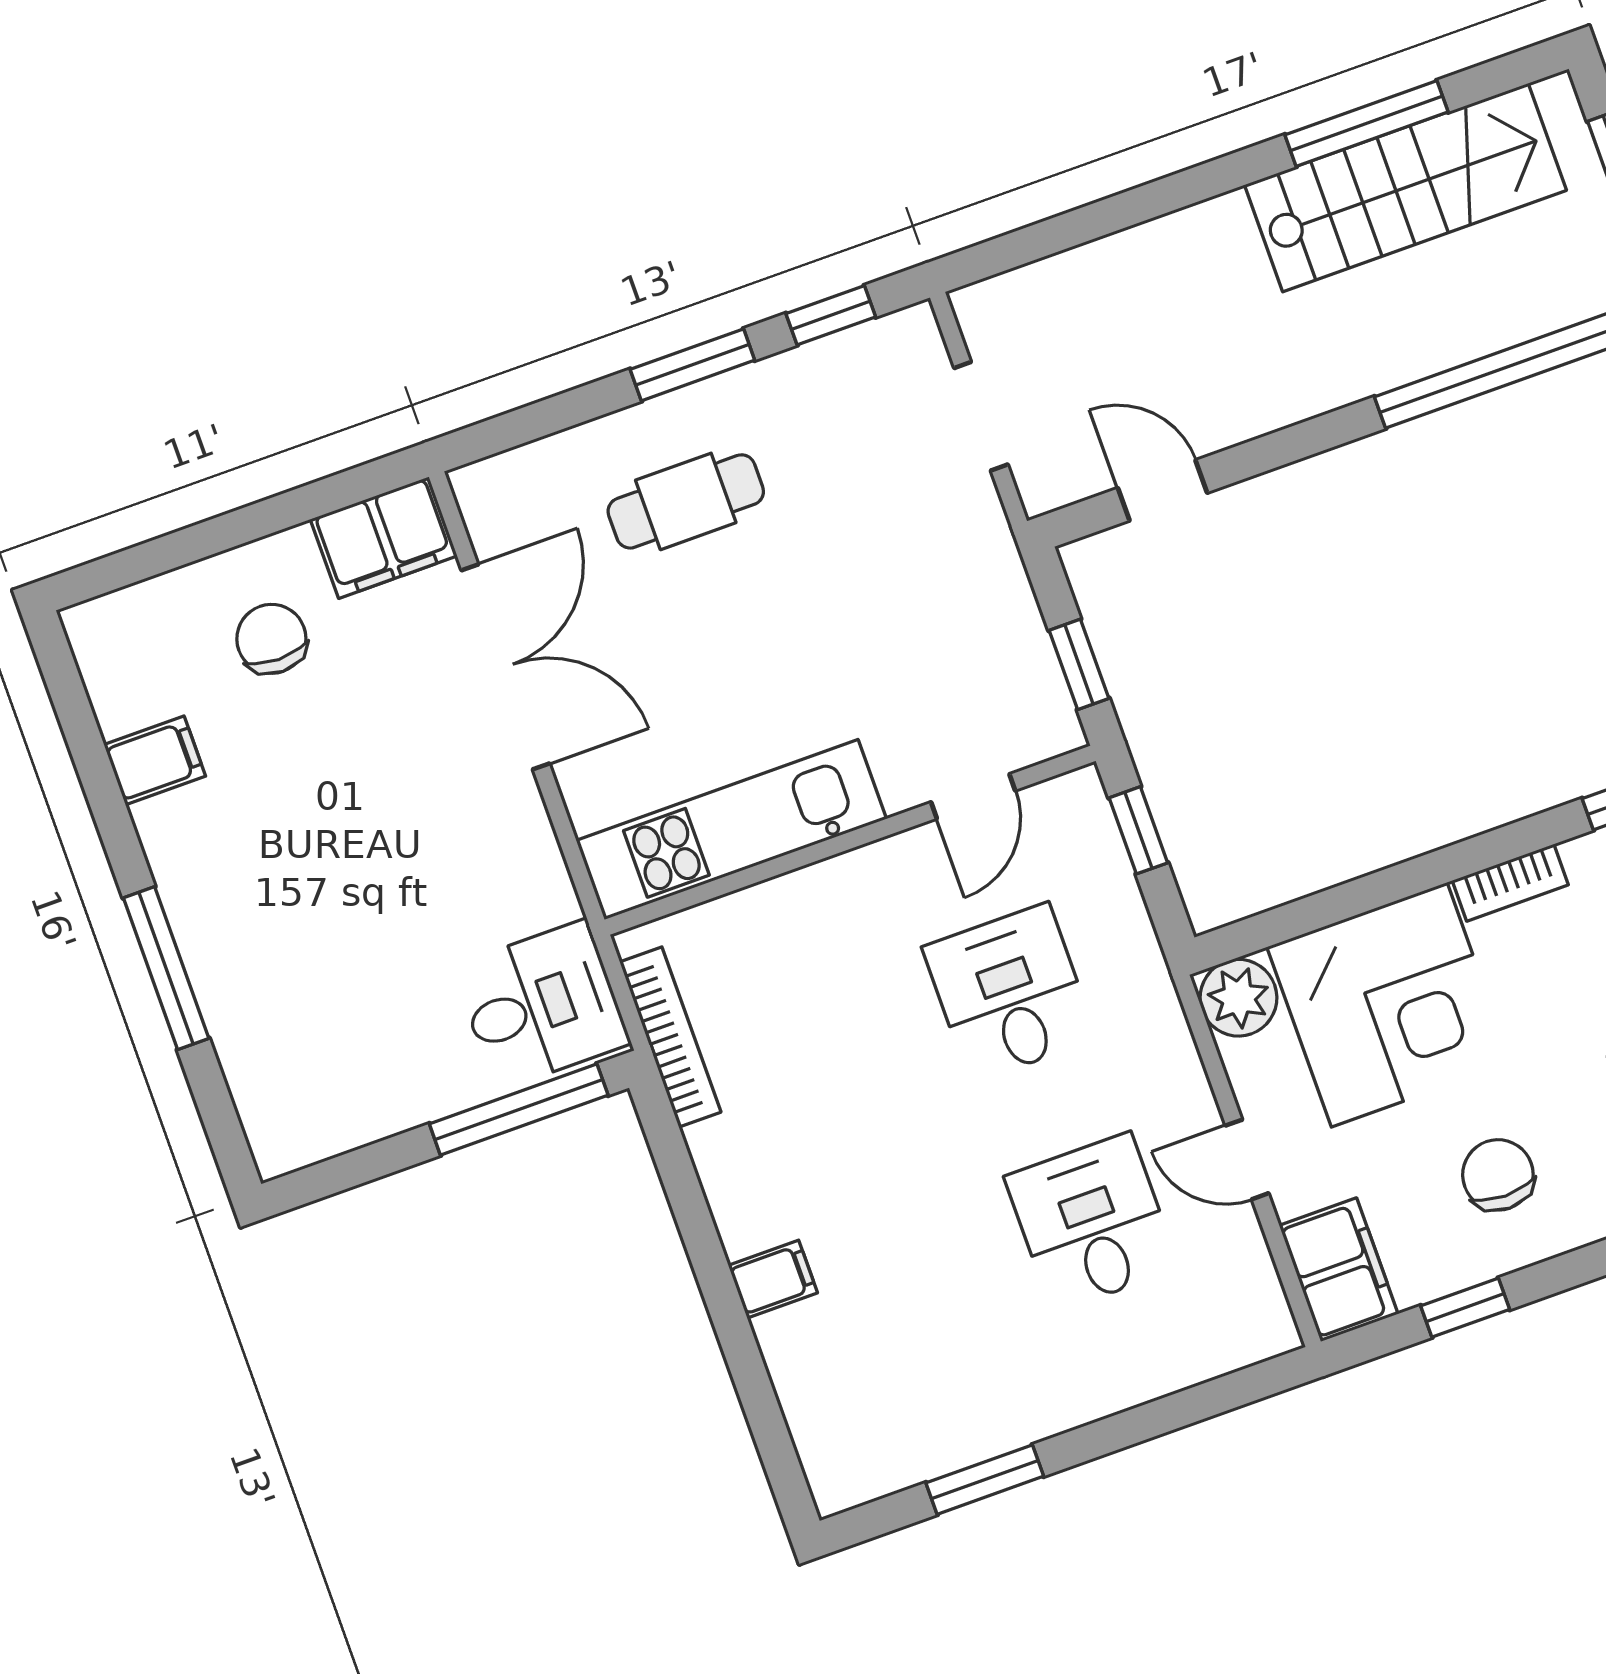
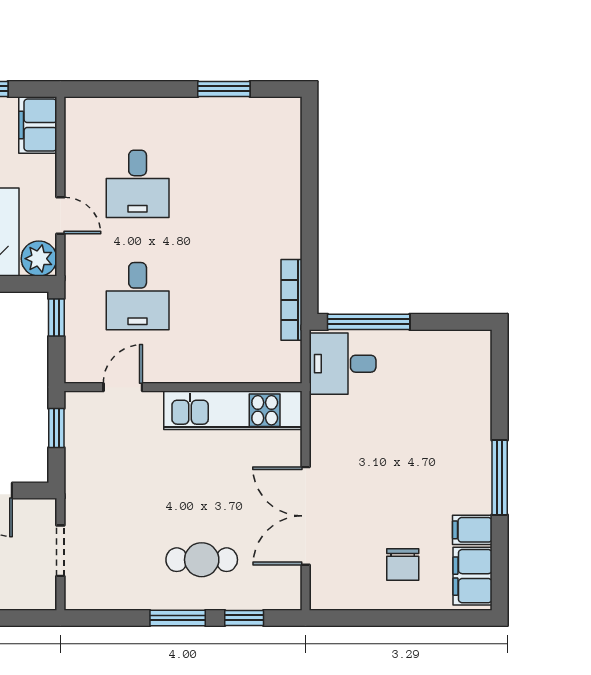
window: (831, 315) -> (244, 618), moved
filing cabinet: (384, 538) -> (473, 576), moved, turned -90
window: (1138, 830) -> (56, 317), moved
window: (166, 968) -> (500, 477), moved
bookcase: (670, 1037) -> (292, 300), moved
door: (1247, 1159) -> (60, 215), moved
filing cabinet: (773, 1279) -> (285, 209), removed

